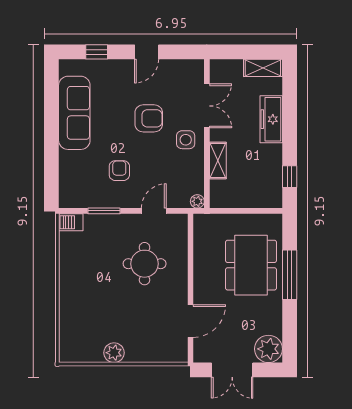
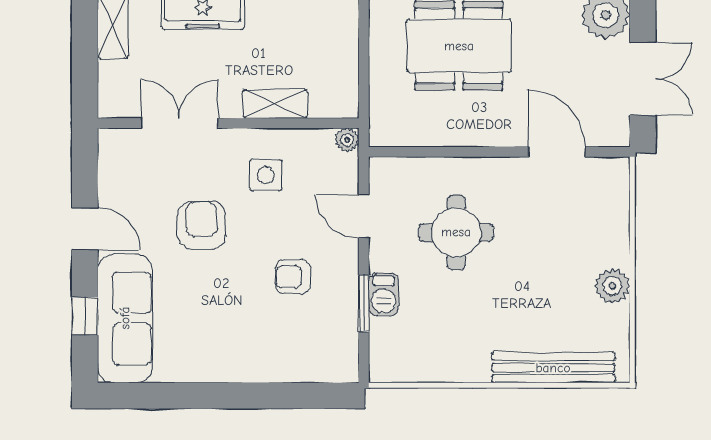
sofa: (74, 113) -> (125, 318), moved, turned 90
side table: (186, 140) -> (266, 175), moved
barbecue: (71, 222) -> (384, 294), moved
bench: (67, 319) -> (553, 368), added

